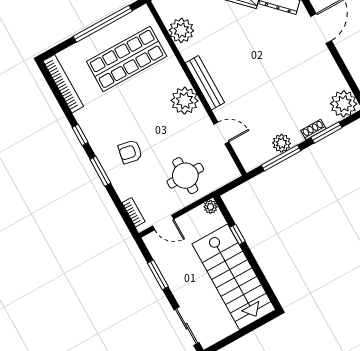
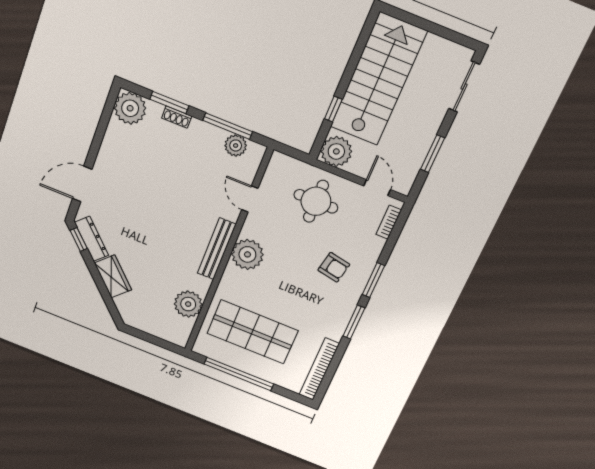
window: (80, 135) -> (354, 322), width x1.50
plant: (282, 143) -> (236, 146), moved
plant: (210, 207) -> (336, 151), width x1.87, depth x1.87

